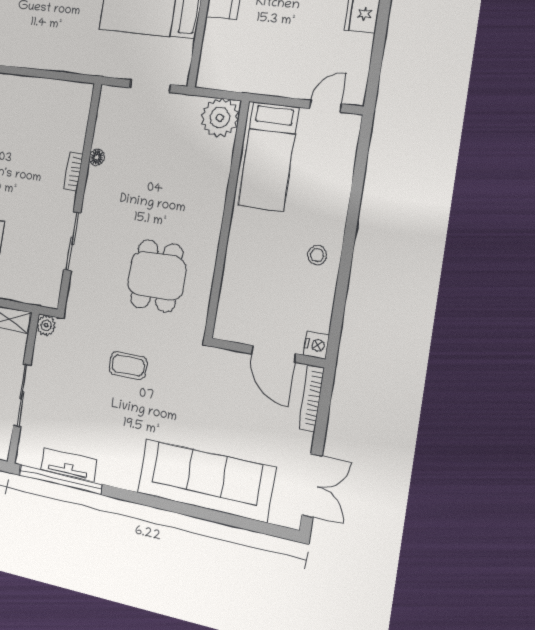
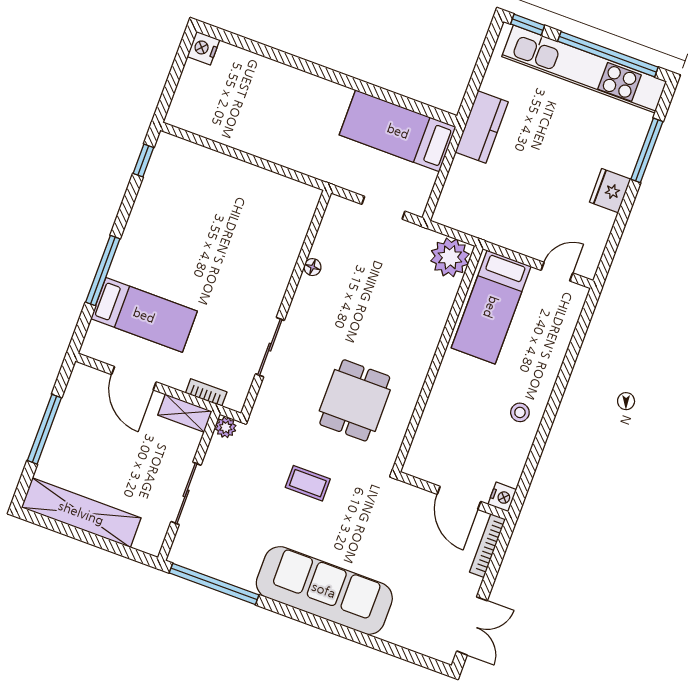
bookcase: (73, 172) -> (206, 392), moved, turned 90
tv unit: (69, 465) -> (226, 571), removed
sofa: (206, 480) -> (324, 590), moved

